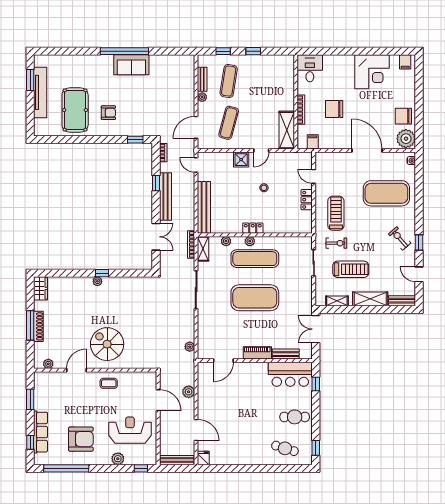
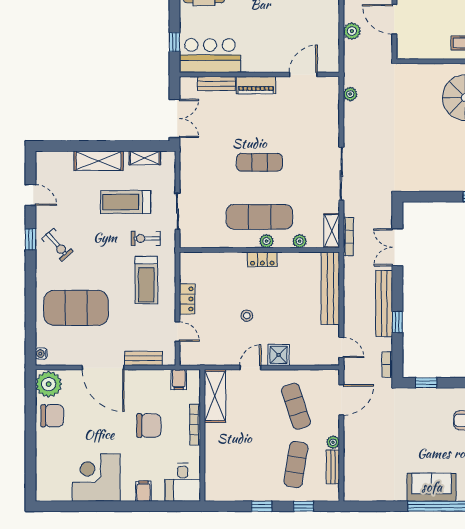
filing cabinet: (405, 62) -> (143, 491), moved
exercise mat: (229, 123) -> (296, 406), turned -33
exercise mat: (255, 298) -> (259, 162), width x0.50, depth x0.69
bench: (402, 301) -> (143, 358), moved

